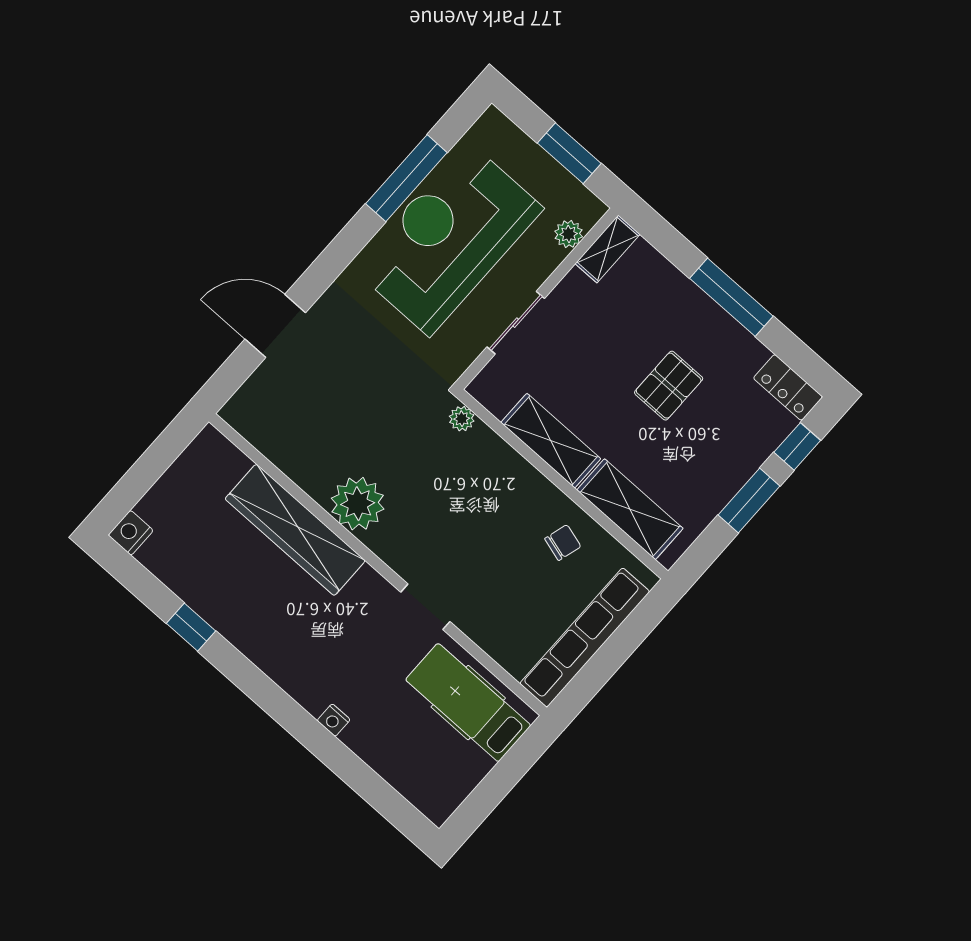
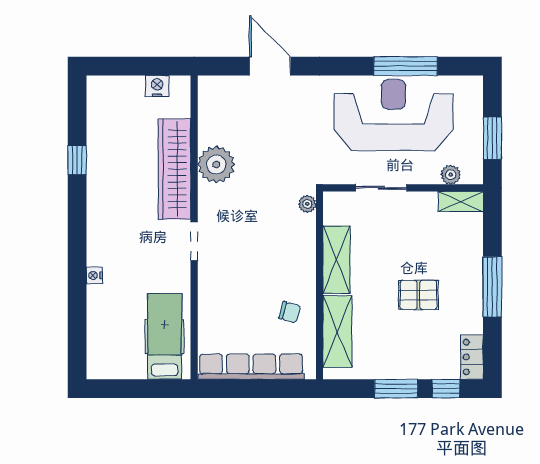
plant: (358, 504) -> (216, 165), moved
nightstand: (131, 533) -> (157, 86), moved
doorway: (425, 607) -> (194, 241), moved

